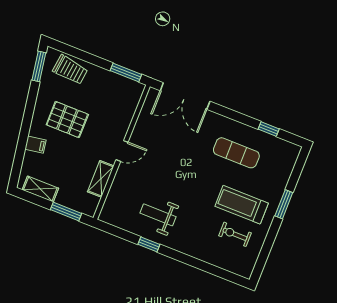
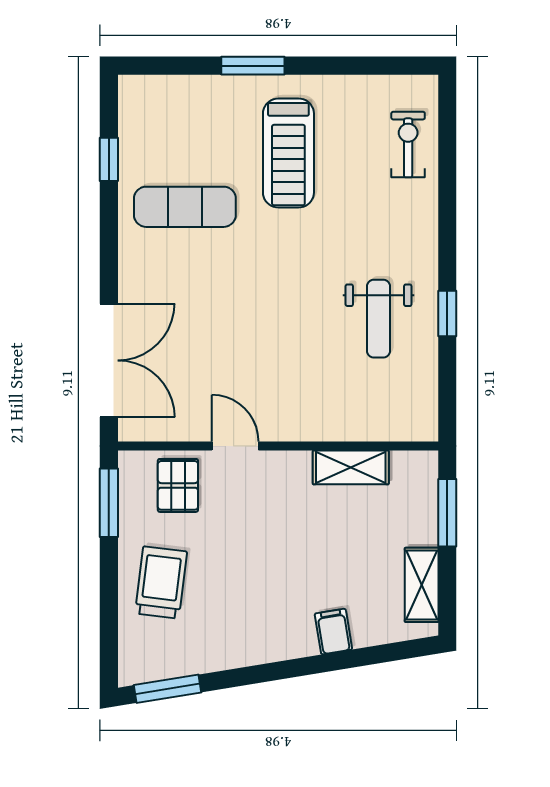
trolley: (70, 70) -> (161, 583), moved
pallet: (67, 120) -> (178, 485), moved, width x0.67, depth x0.71
door: (122, 151) -> (235, 446), moved
exercise mat: (236, 153) -> (185, 207), turned 90
exercise bike: (235, 234) -> (408, 145), moved, turned 180

